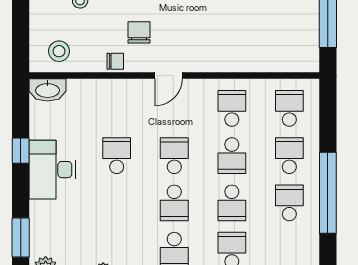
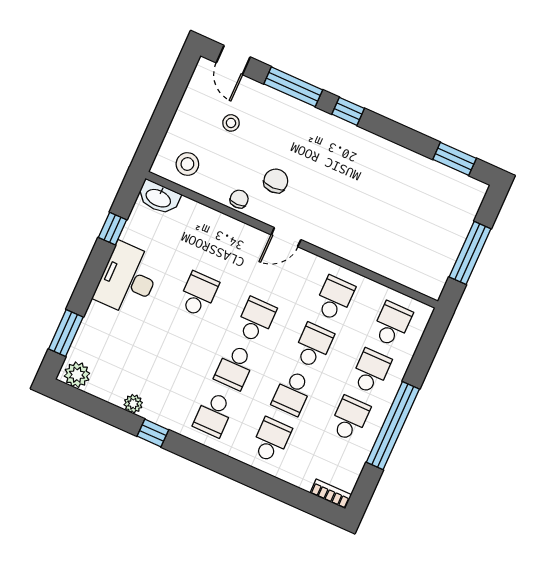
chair: (115, 61) -> (239, 199), turned -90
window: (21, 151) -> (113, 229), moved
school desk: (232, 156) -> (313, 346), turned 180

